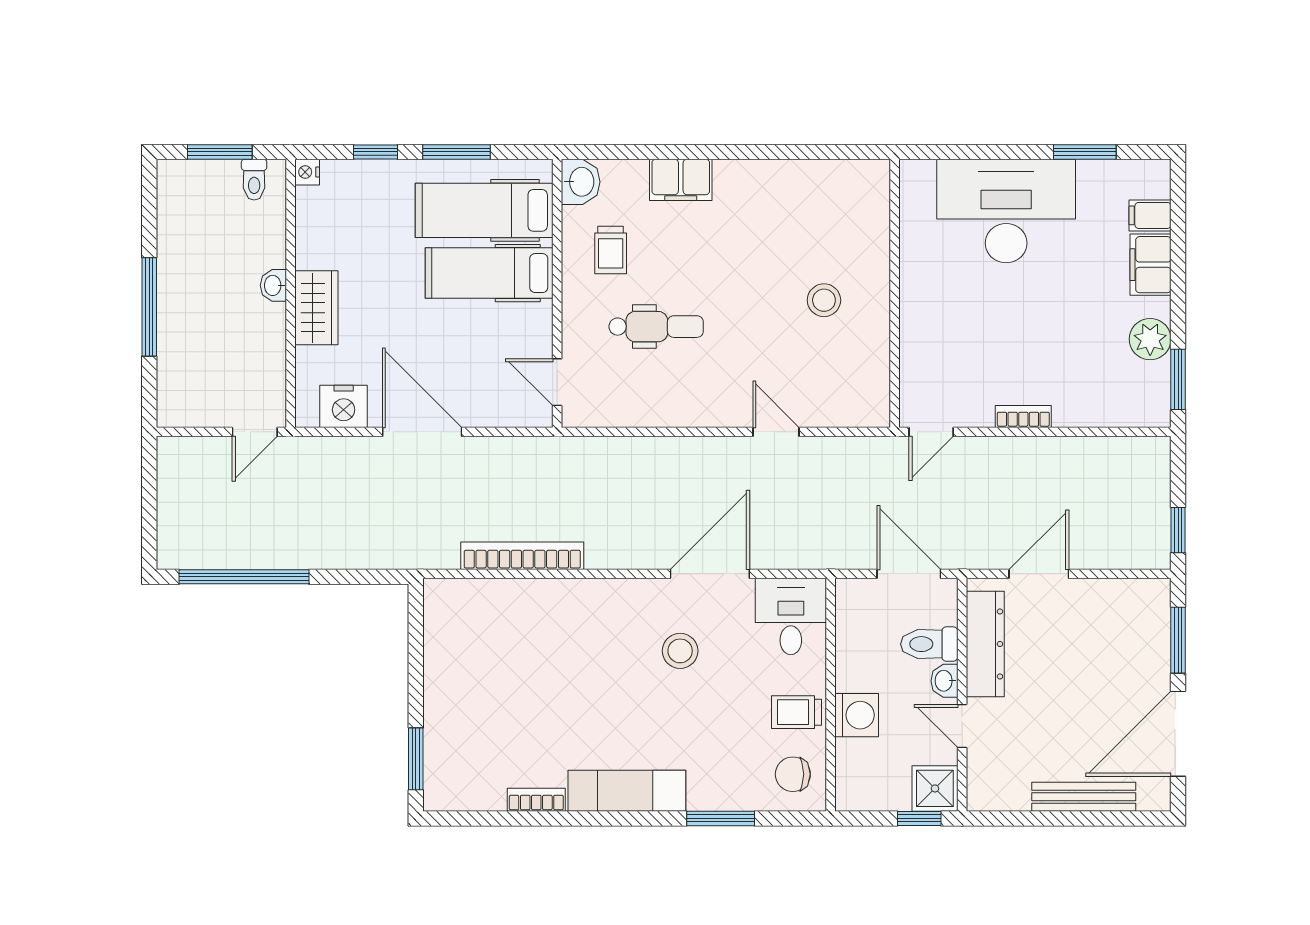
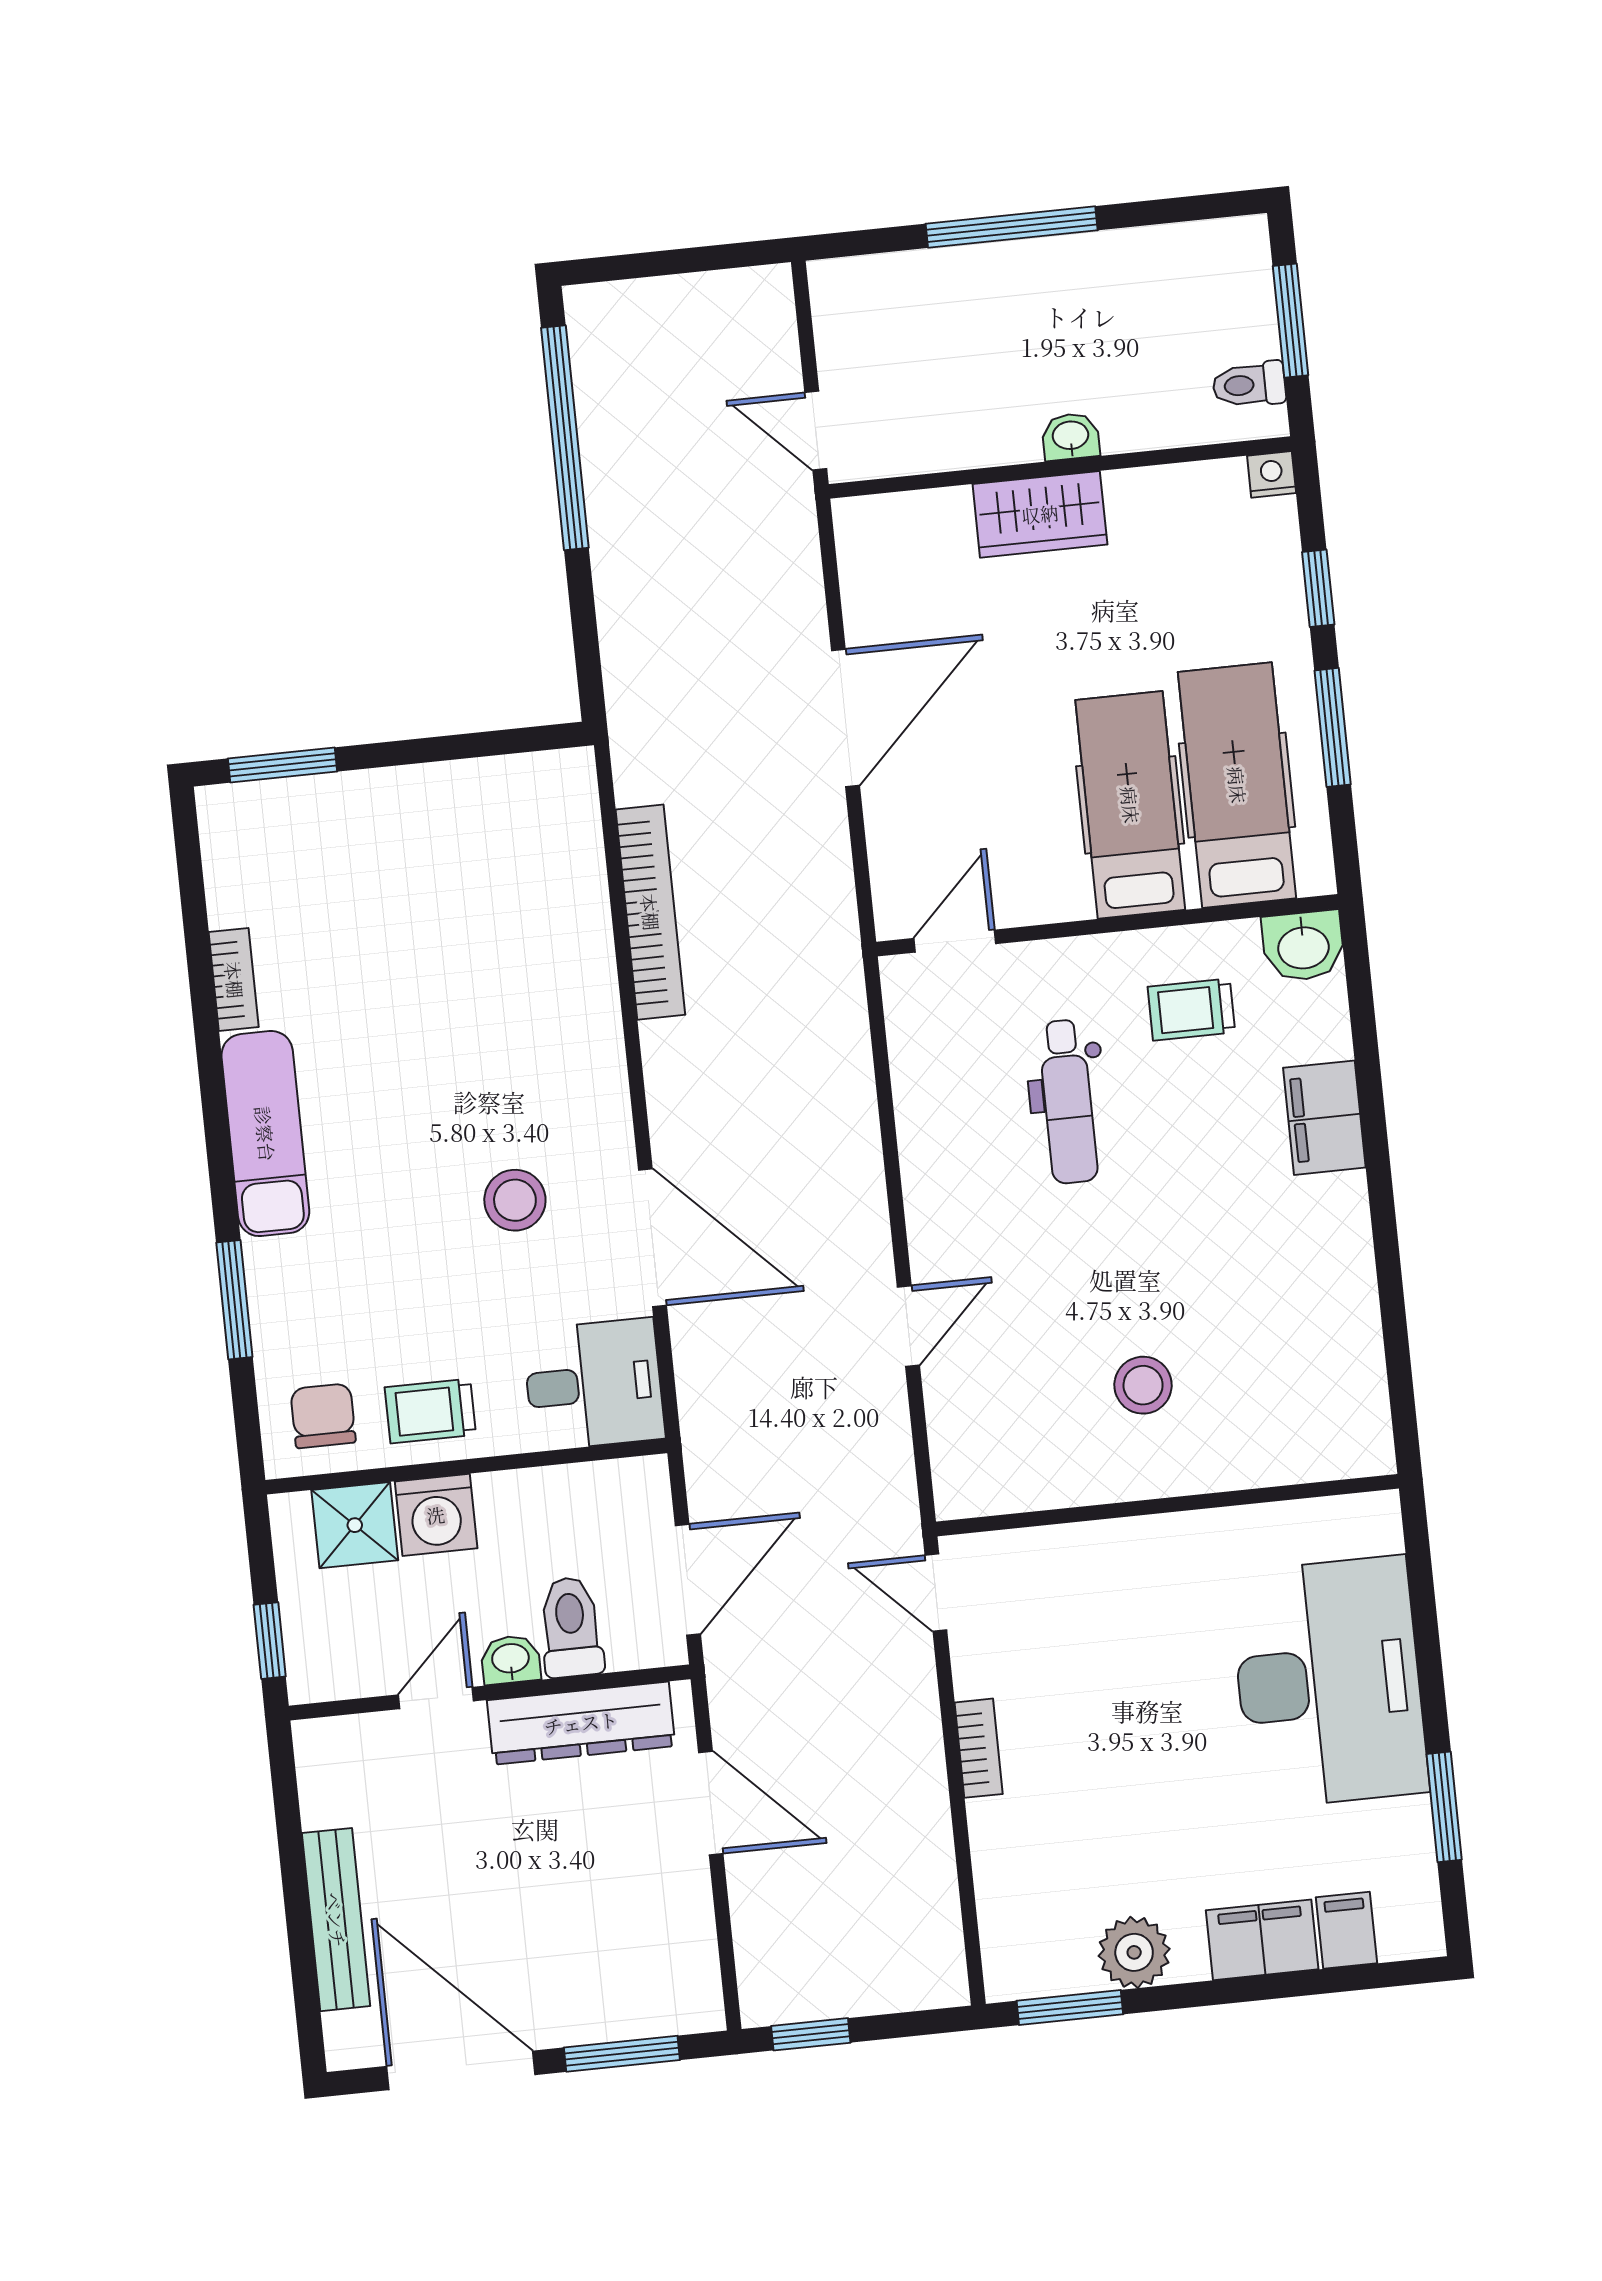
nightstand: (344, 406) -> (875, 579), removed
trolley: (796, 712) -> (430, 1411), turned -90
shower: (935, 788) -> (355, 1525), moved

